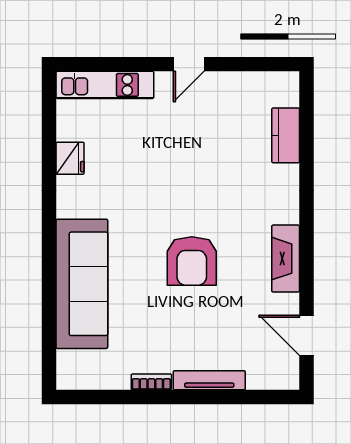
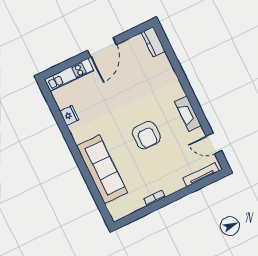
door: (189, 64) -> (102, 47), width x1.87
kitchen counter: (286, 135) -> (153, 42), moved
tv unit: (209, 380) -> (201, 175), moved

